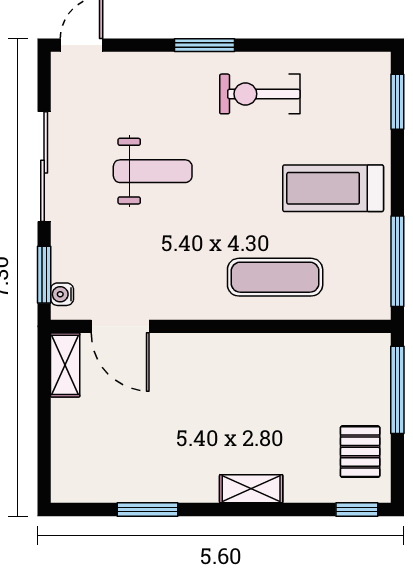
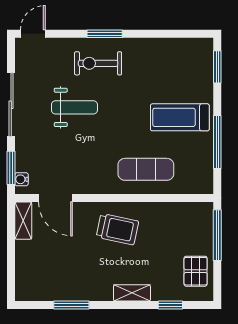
exercise bike: (260, 94) -> (98, 63), moved
window: (397, 261) -> (217, 142), moved
trolley: (226, 380) -> (117, 229), added
window: (357, 509) -> (170, 305), moved

